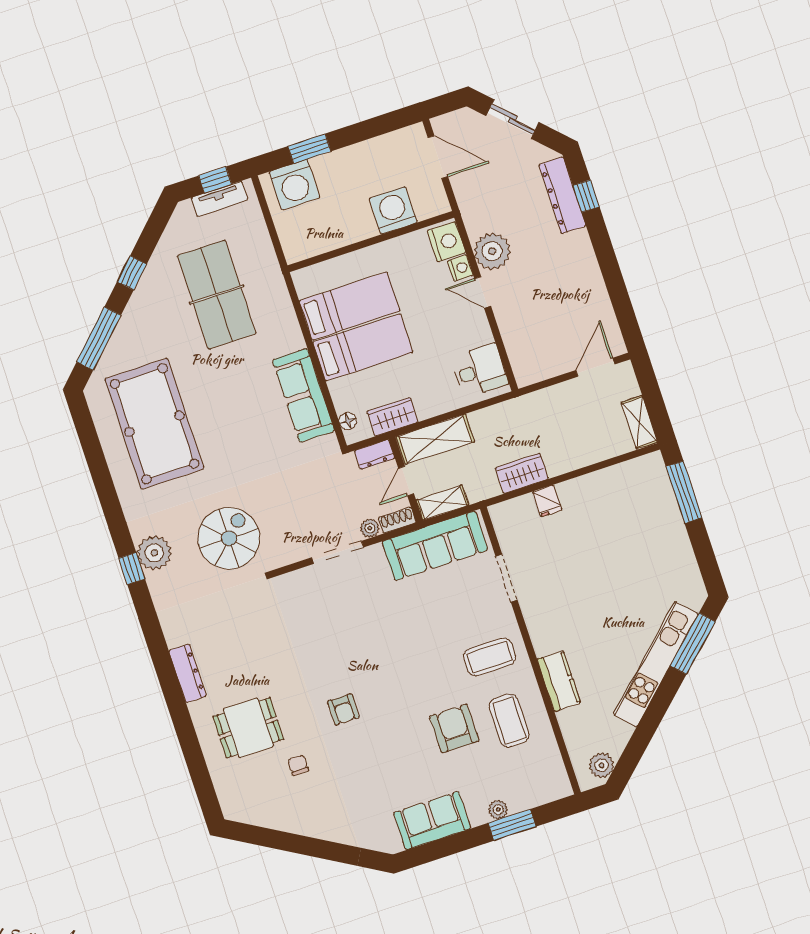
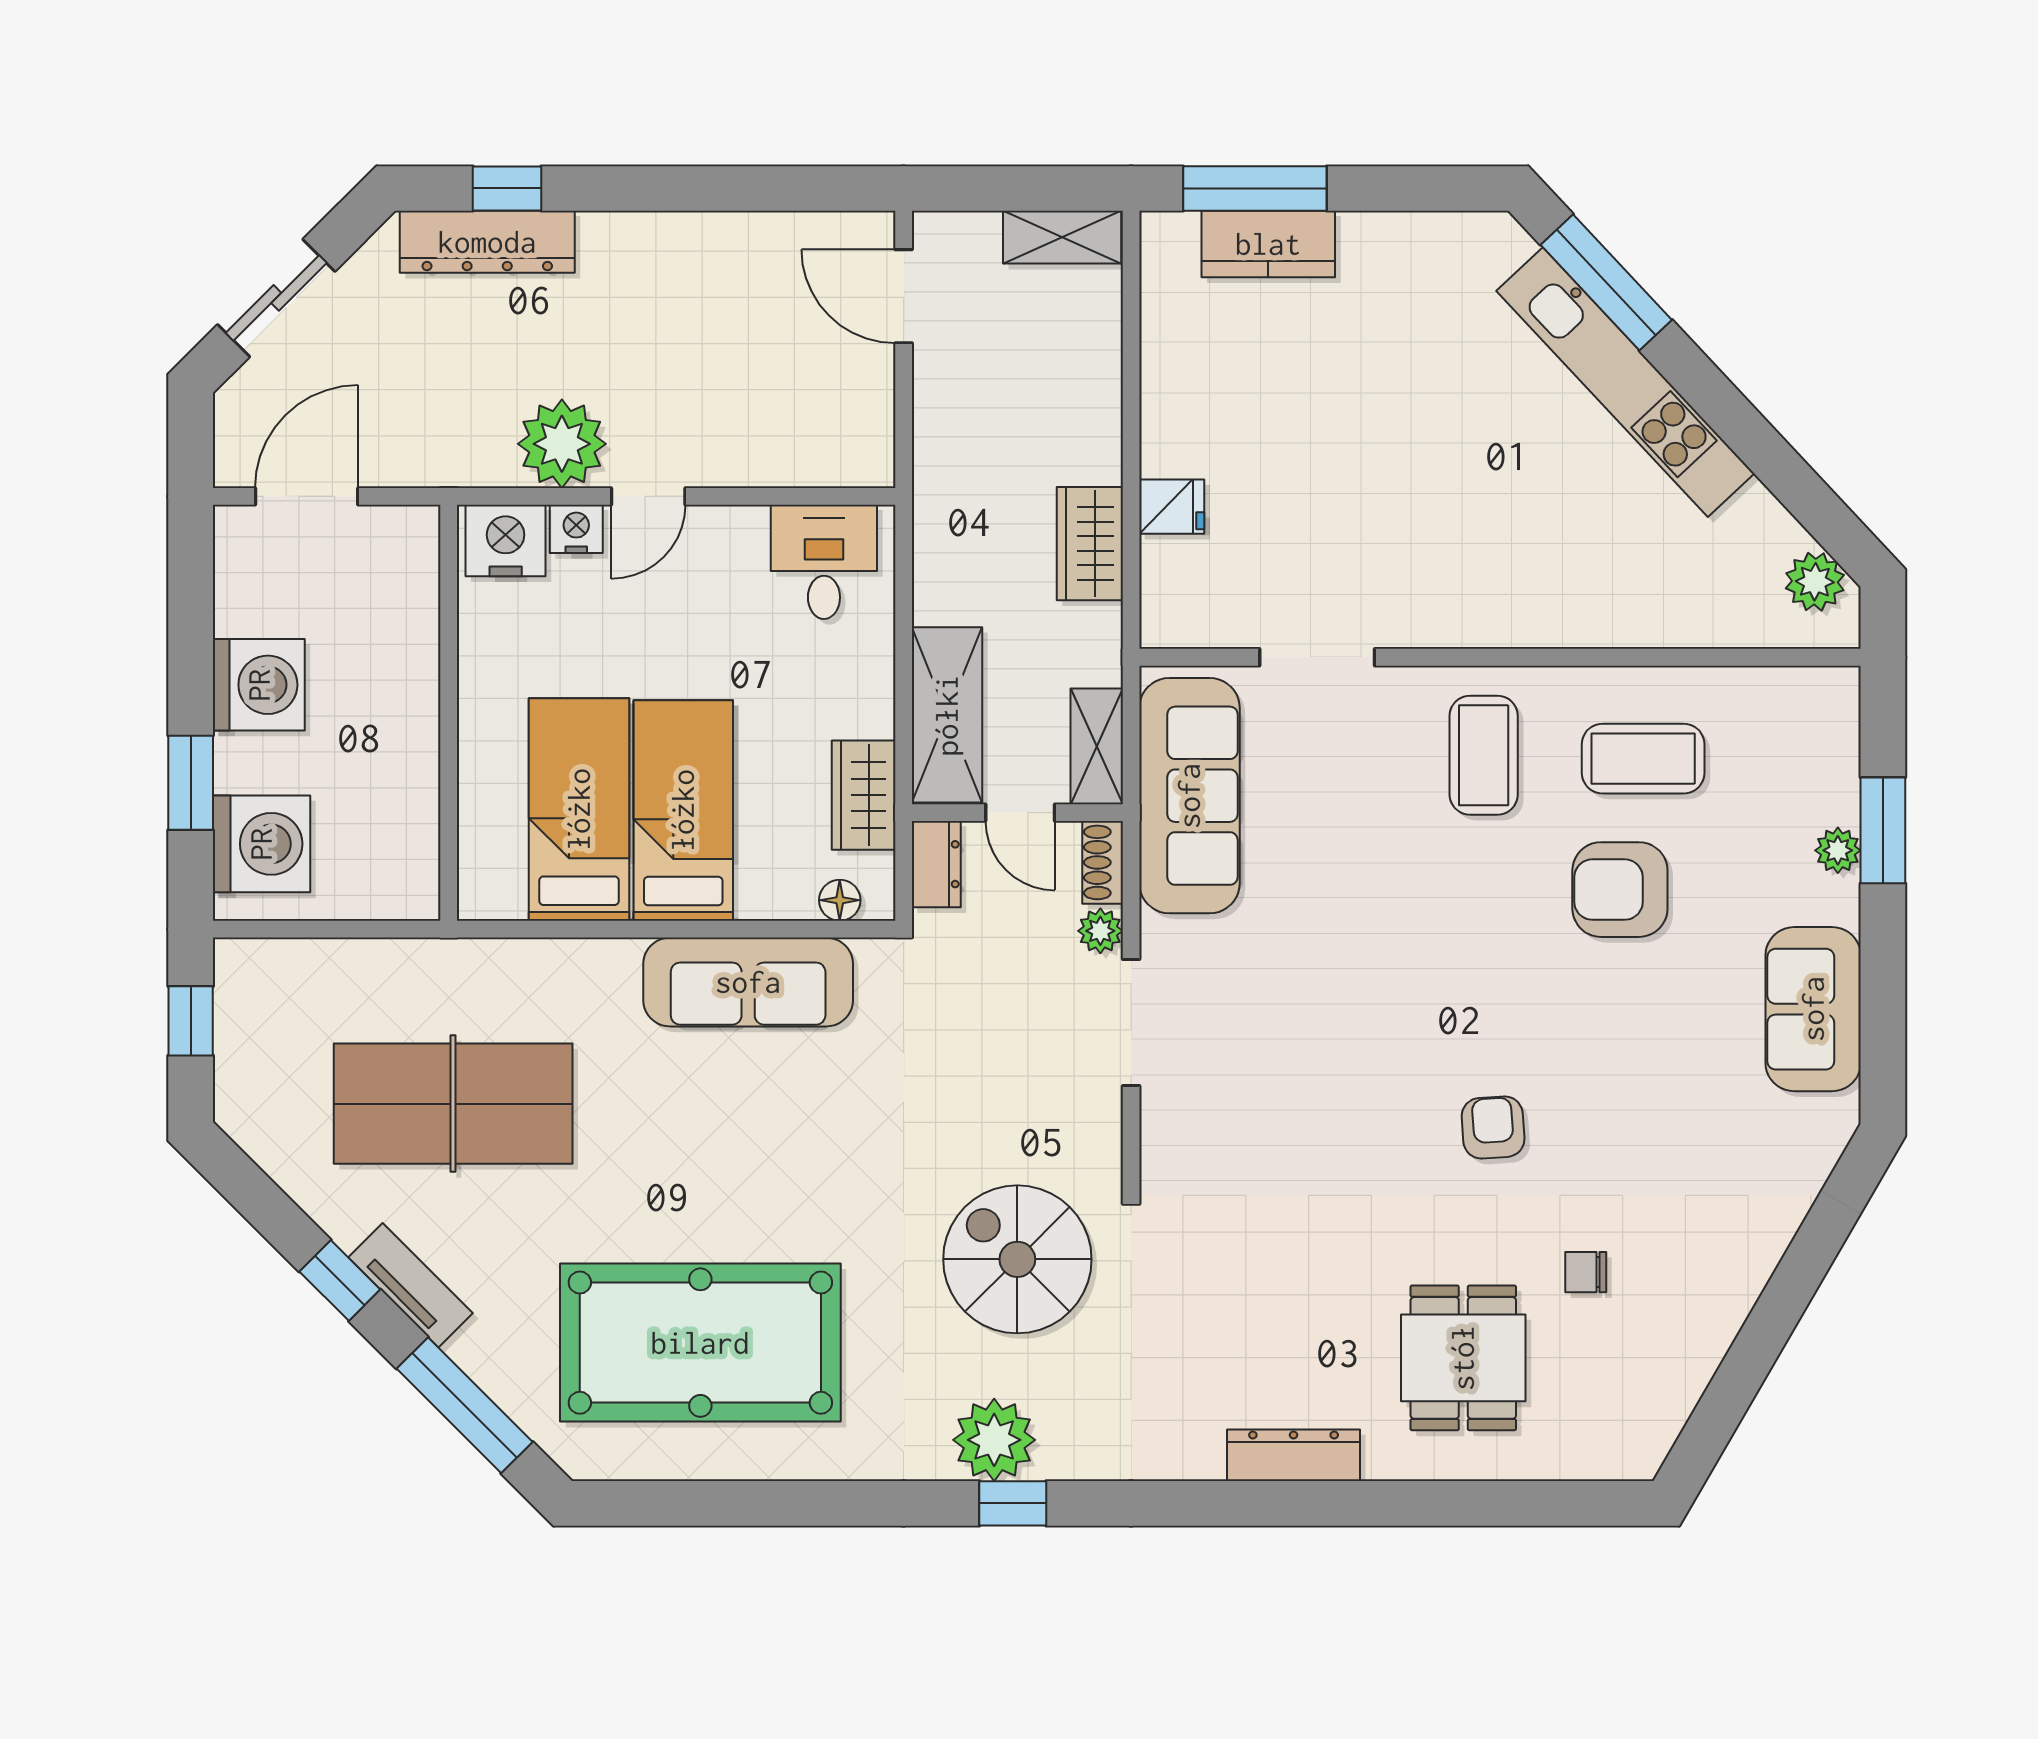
tv unit: (220, 199) -> (410, 1285), moved, turned -45
washing machine: (393, 210) -> (259, 685), moved, turned 180
kitchen counter: (559, 681) -> (1268, 244), moved, turned 180
armchair: (343, 709) -> (1493, 1127), turned -94

